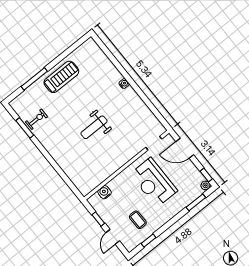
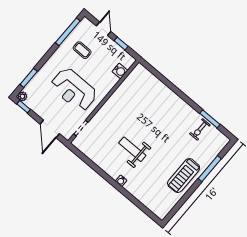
weight bench: (94, 127) -> (132, 149), moved, turned -90
door: (185, 148) -> (50, 129), swing flipped
reception desk: (154, 182) -> (74, 90), turned 180
window: (149, 241) -> (68, 32), width x2.17

